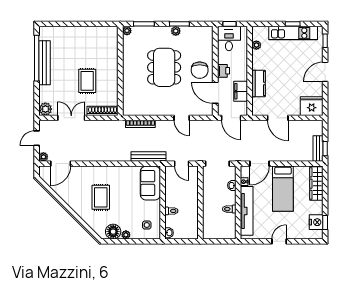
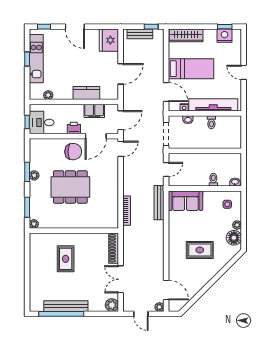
rug: (87, 81) -> (66, 259), moved, turned 90
door: (182, 118) -> (121, 149), moved
bench: (318, 148) -> (140, 34), moved

